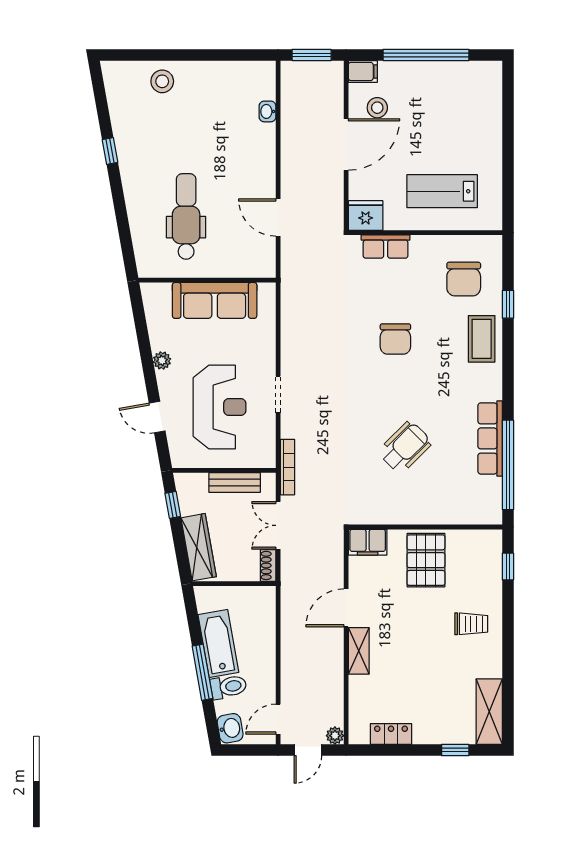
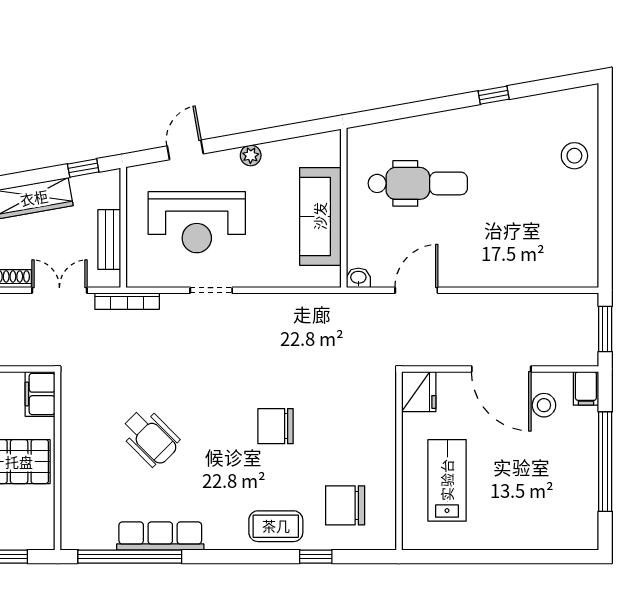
washbasin: (268, 111) -> (358, 278), moved
row of seats: (386, 247) -> (383, 415), removed

